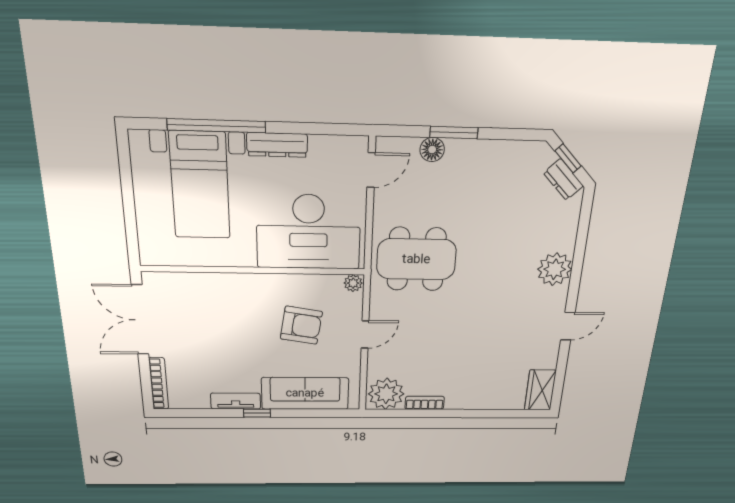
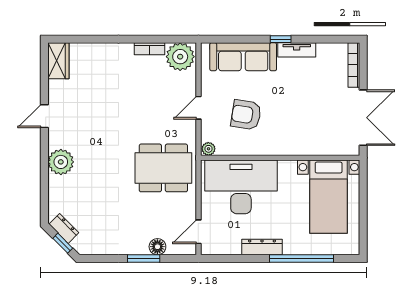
bed with nightstands: (200, 186) -> (329, 197), moved, turned 180

